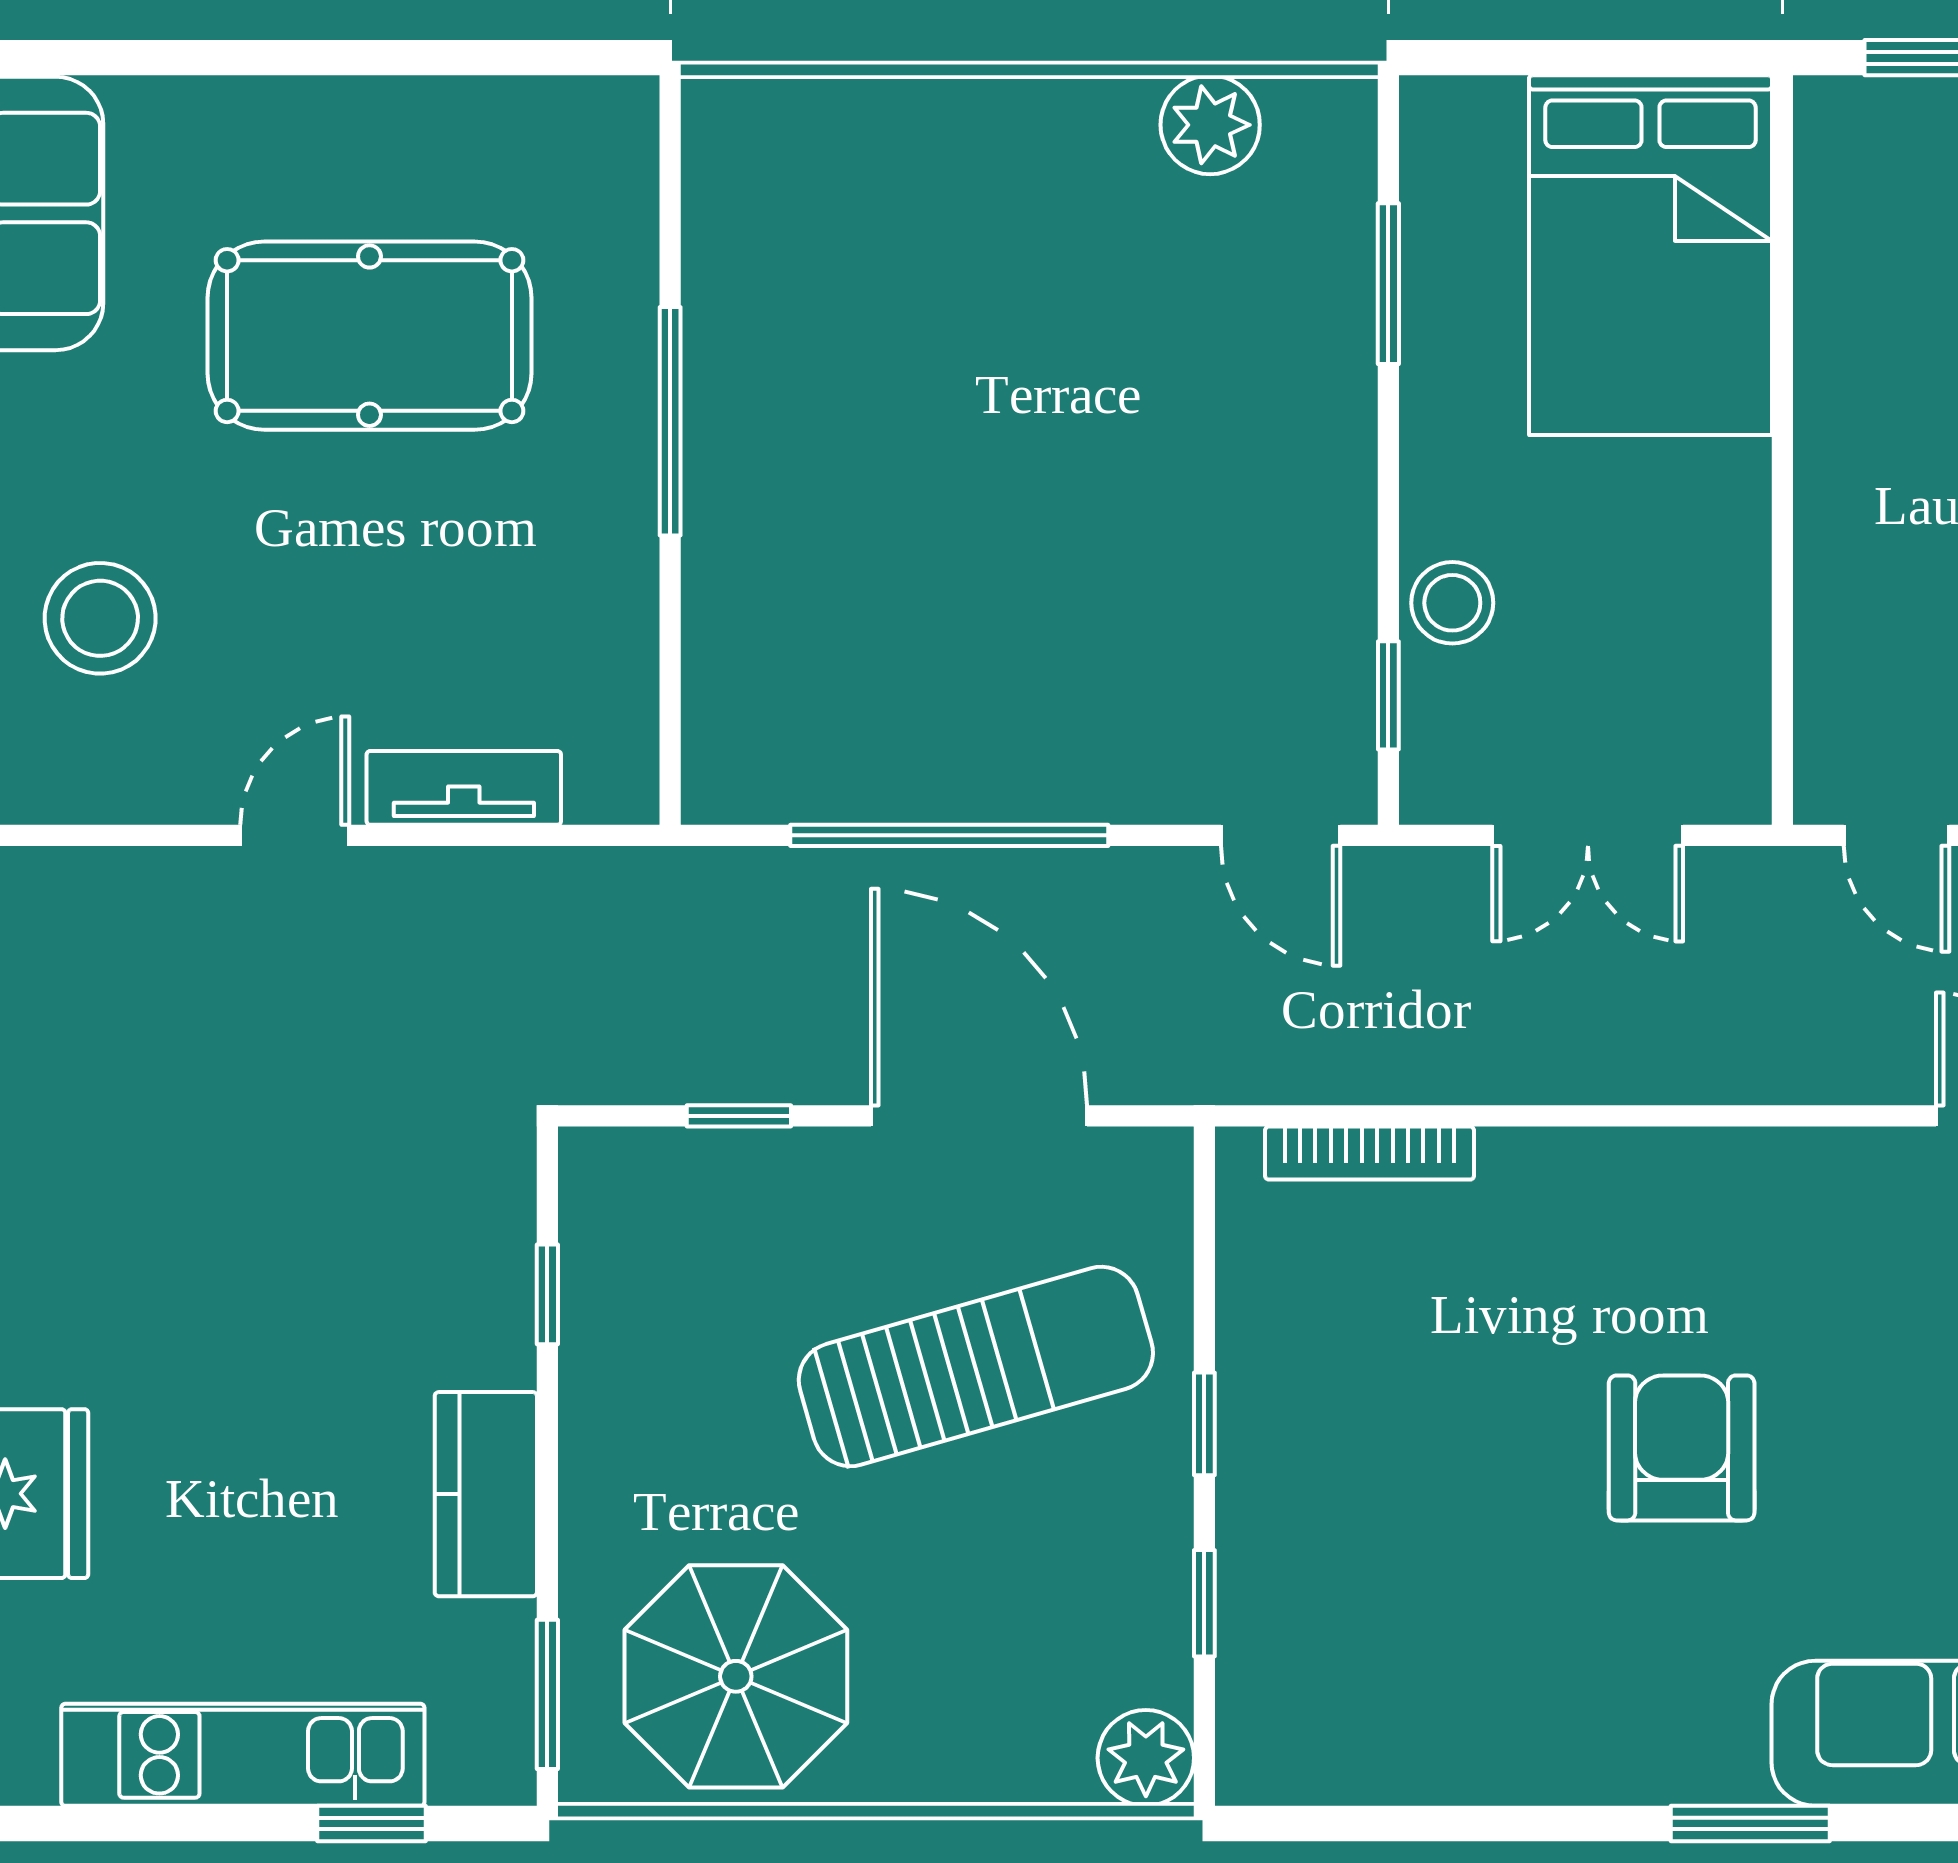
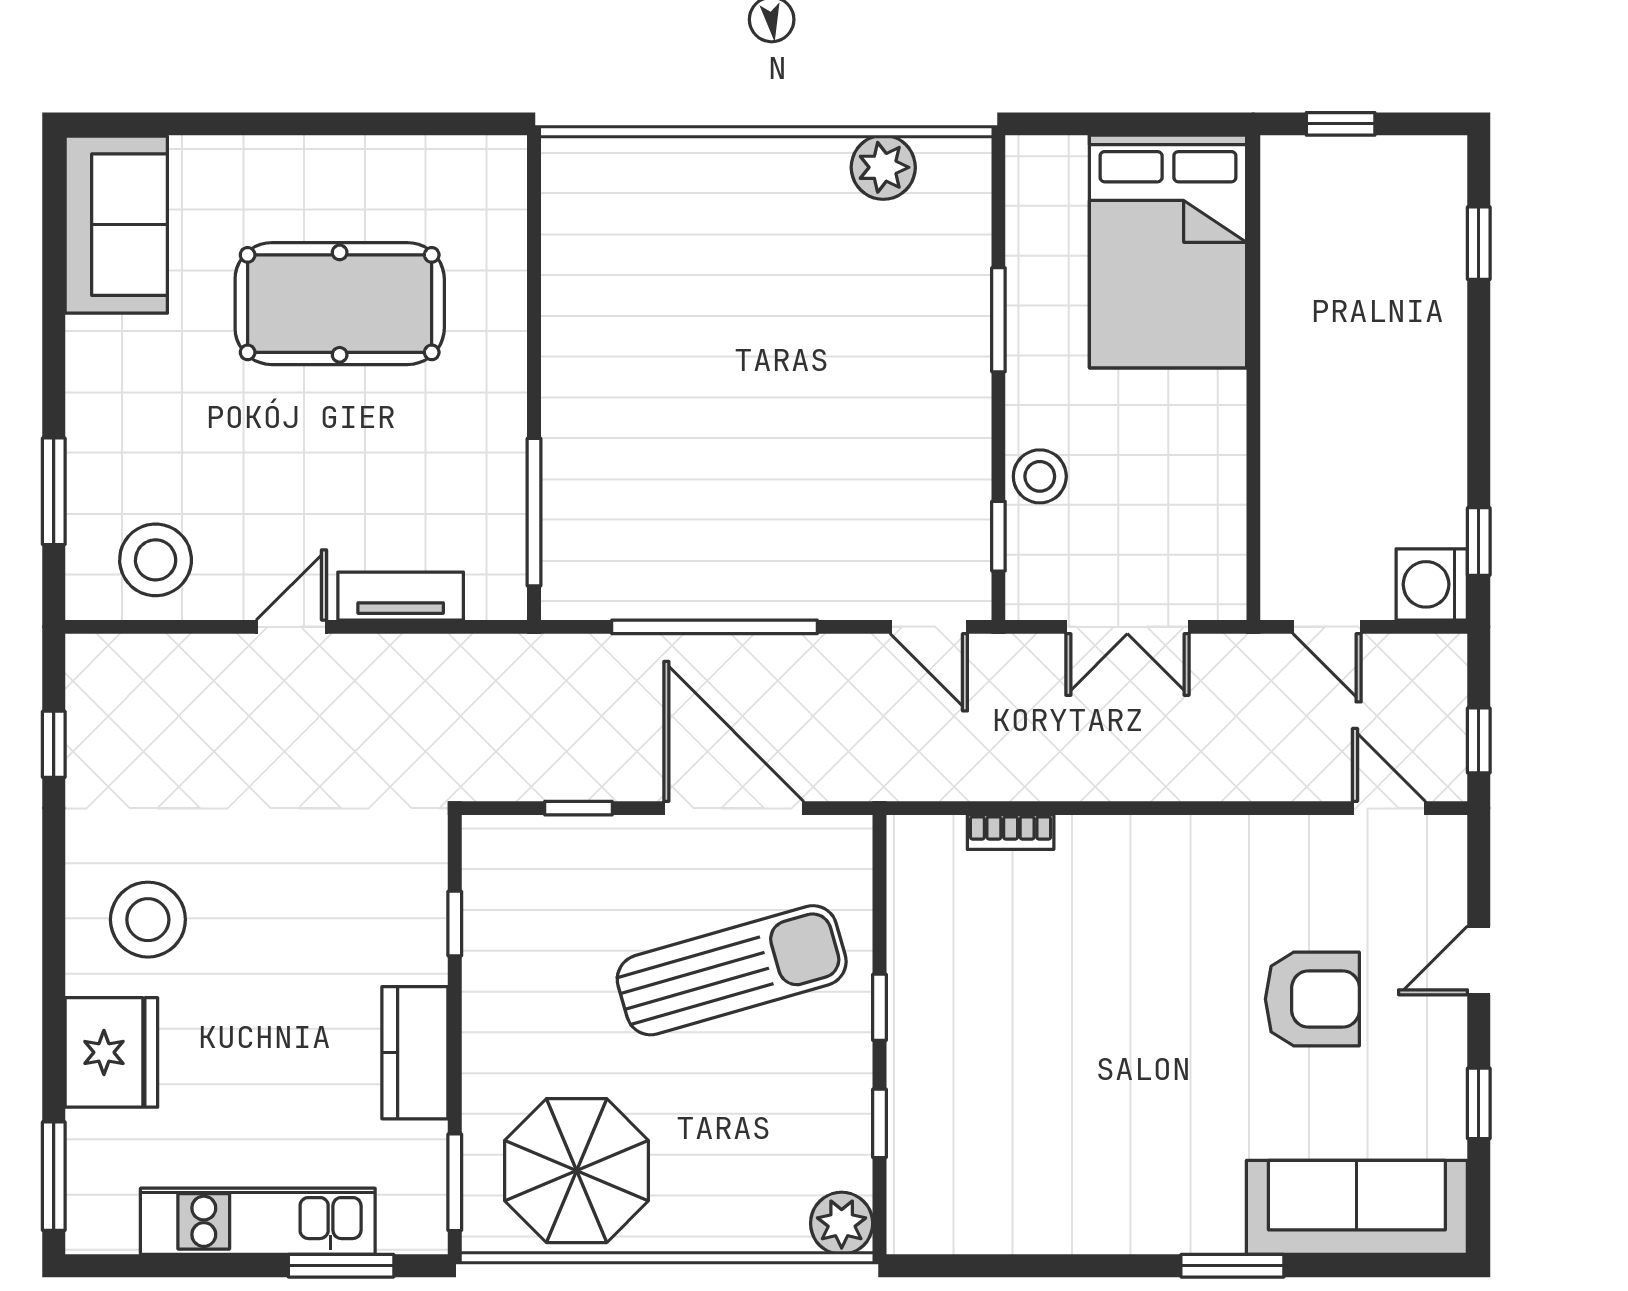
window: (1388, 284) -> (998, 320), moved
window: (670, 421) -> (534, 512), moved
stool: (100, 618) -> (156, 560), moved
bookcase: (1369, 1153) -> (1011, 832), width x0.64
stool: (73, 1288) -> (148, 920), added
armchair: (1682, 1448) -> (1312, 999), moved, turned 90
window: (372, 1824) -> (341, 1266), width x1.50

